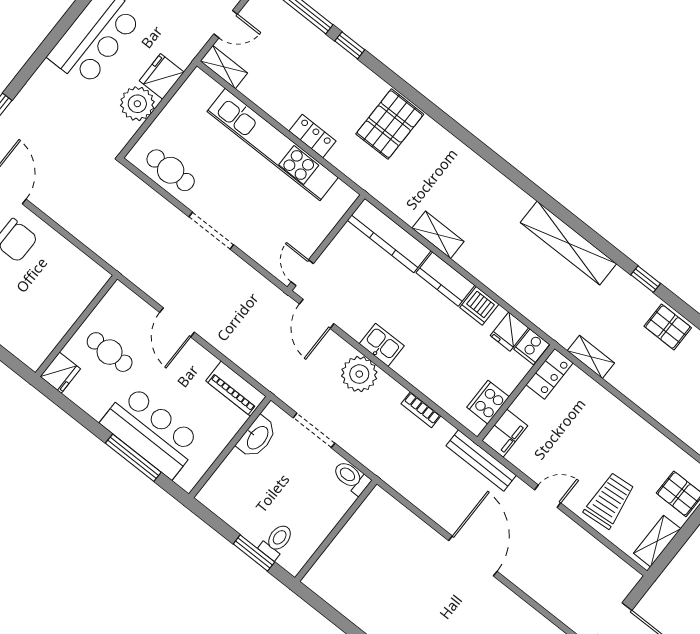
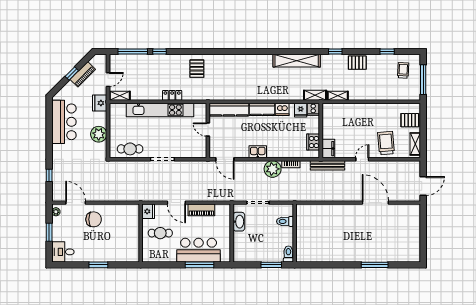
fridge: (162, 76) -> (100, 103), moved
pallet: (390, 124) -> (197, 69), width x0.67, depth x0.71
shelving: (438, 235) -> (315, 95), moved
door: (302, 273) -> (208, 130), moved
fridge: (60, 373) -> (148, 211), moved
plant: (359, 374) -> (273, 169), moved
locker: (550, 374) -> (328, 114), removed
piano: (236, 389) -> (201, 210), moved
toilet: (351, 477) -> (285, 221), moved
toilet: (277, 541) -> (288, 254), moved
door: (473, 556) -> (375, 203), moved

